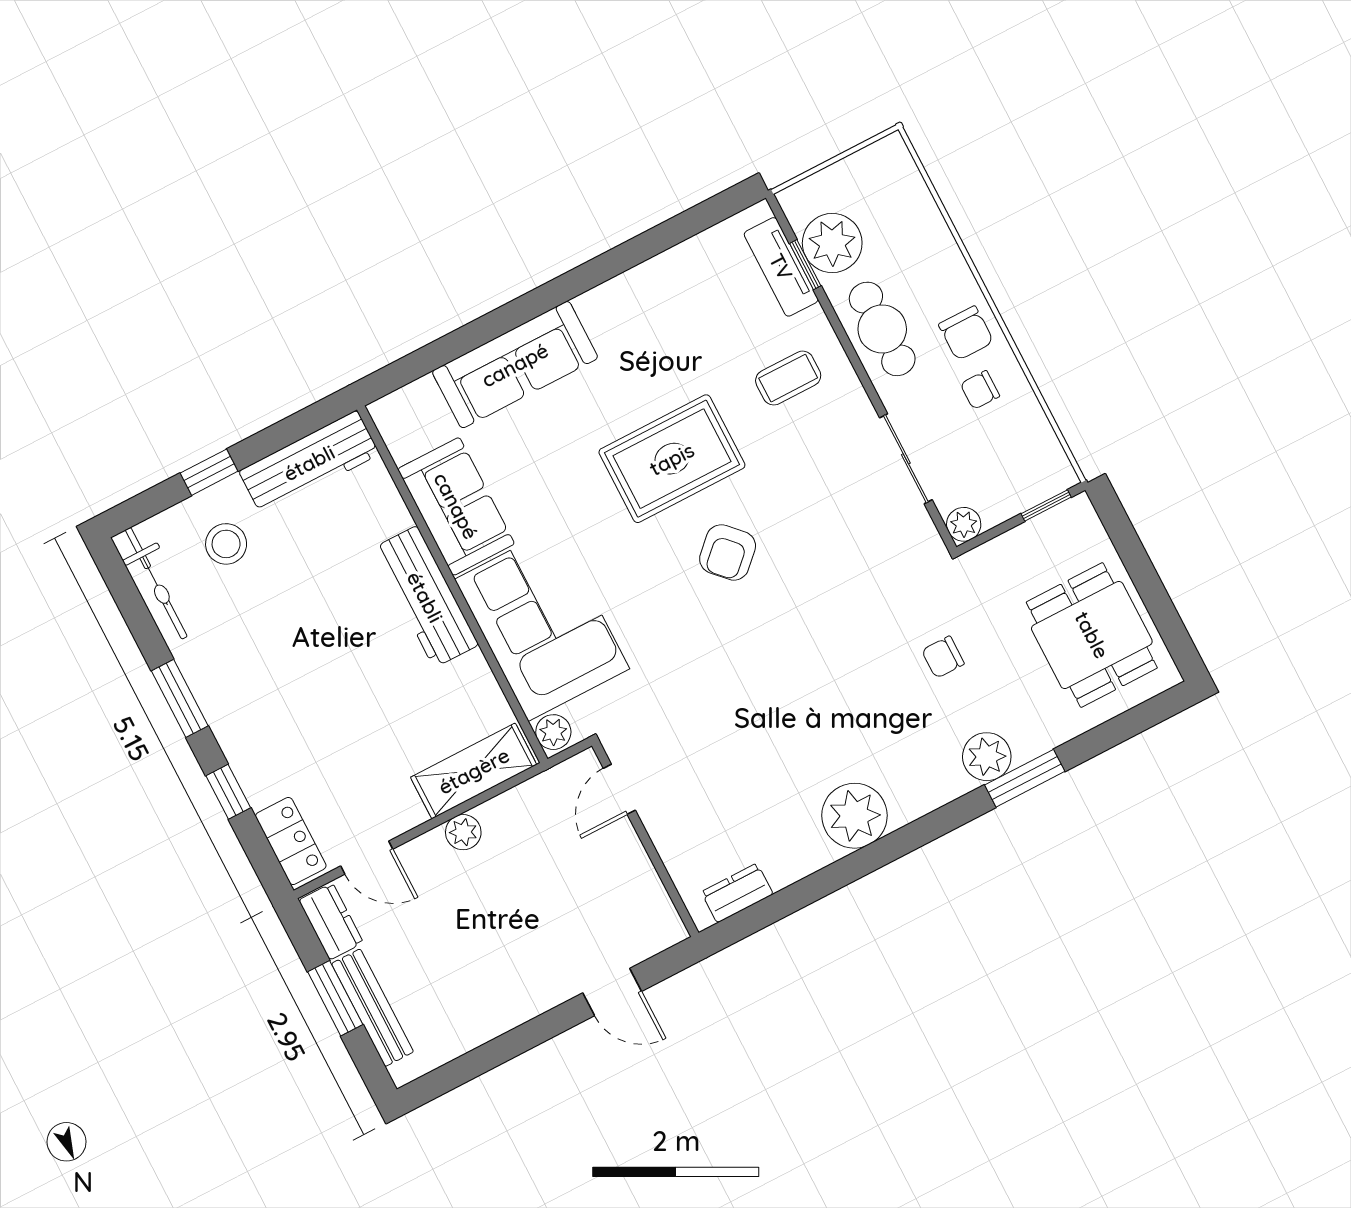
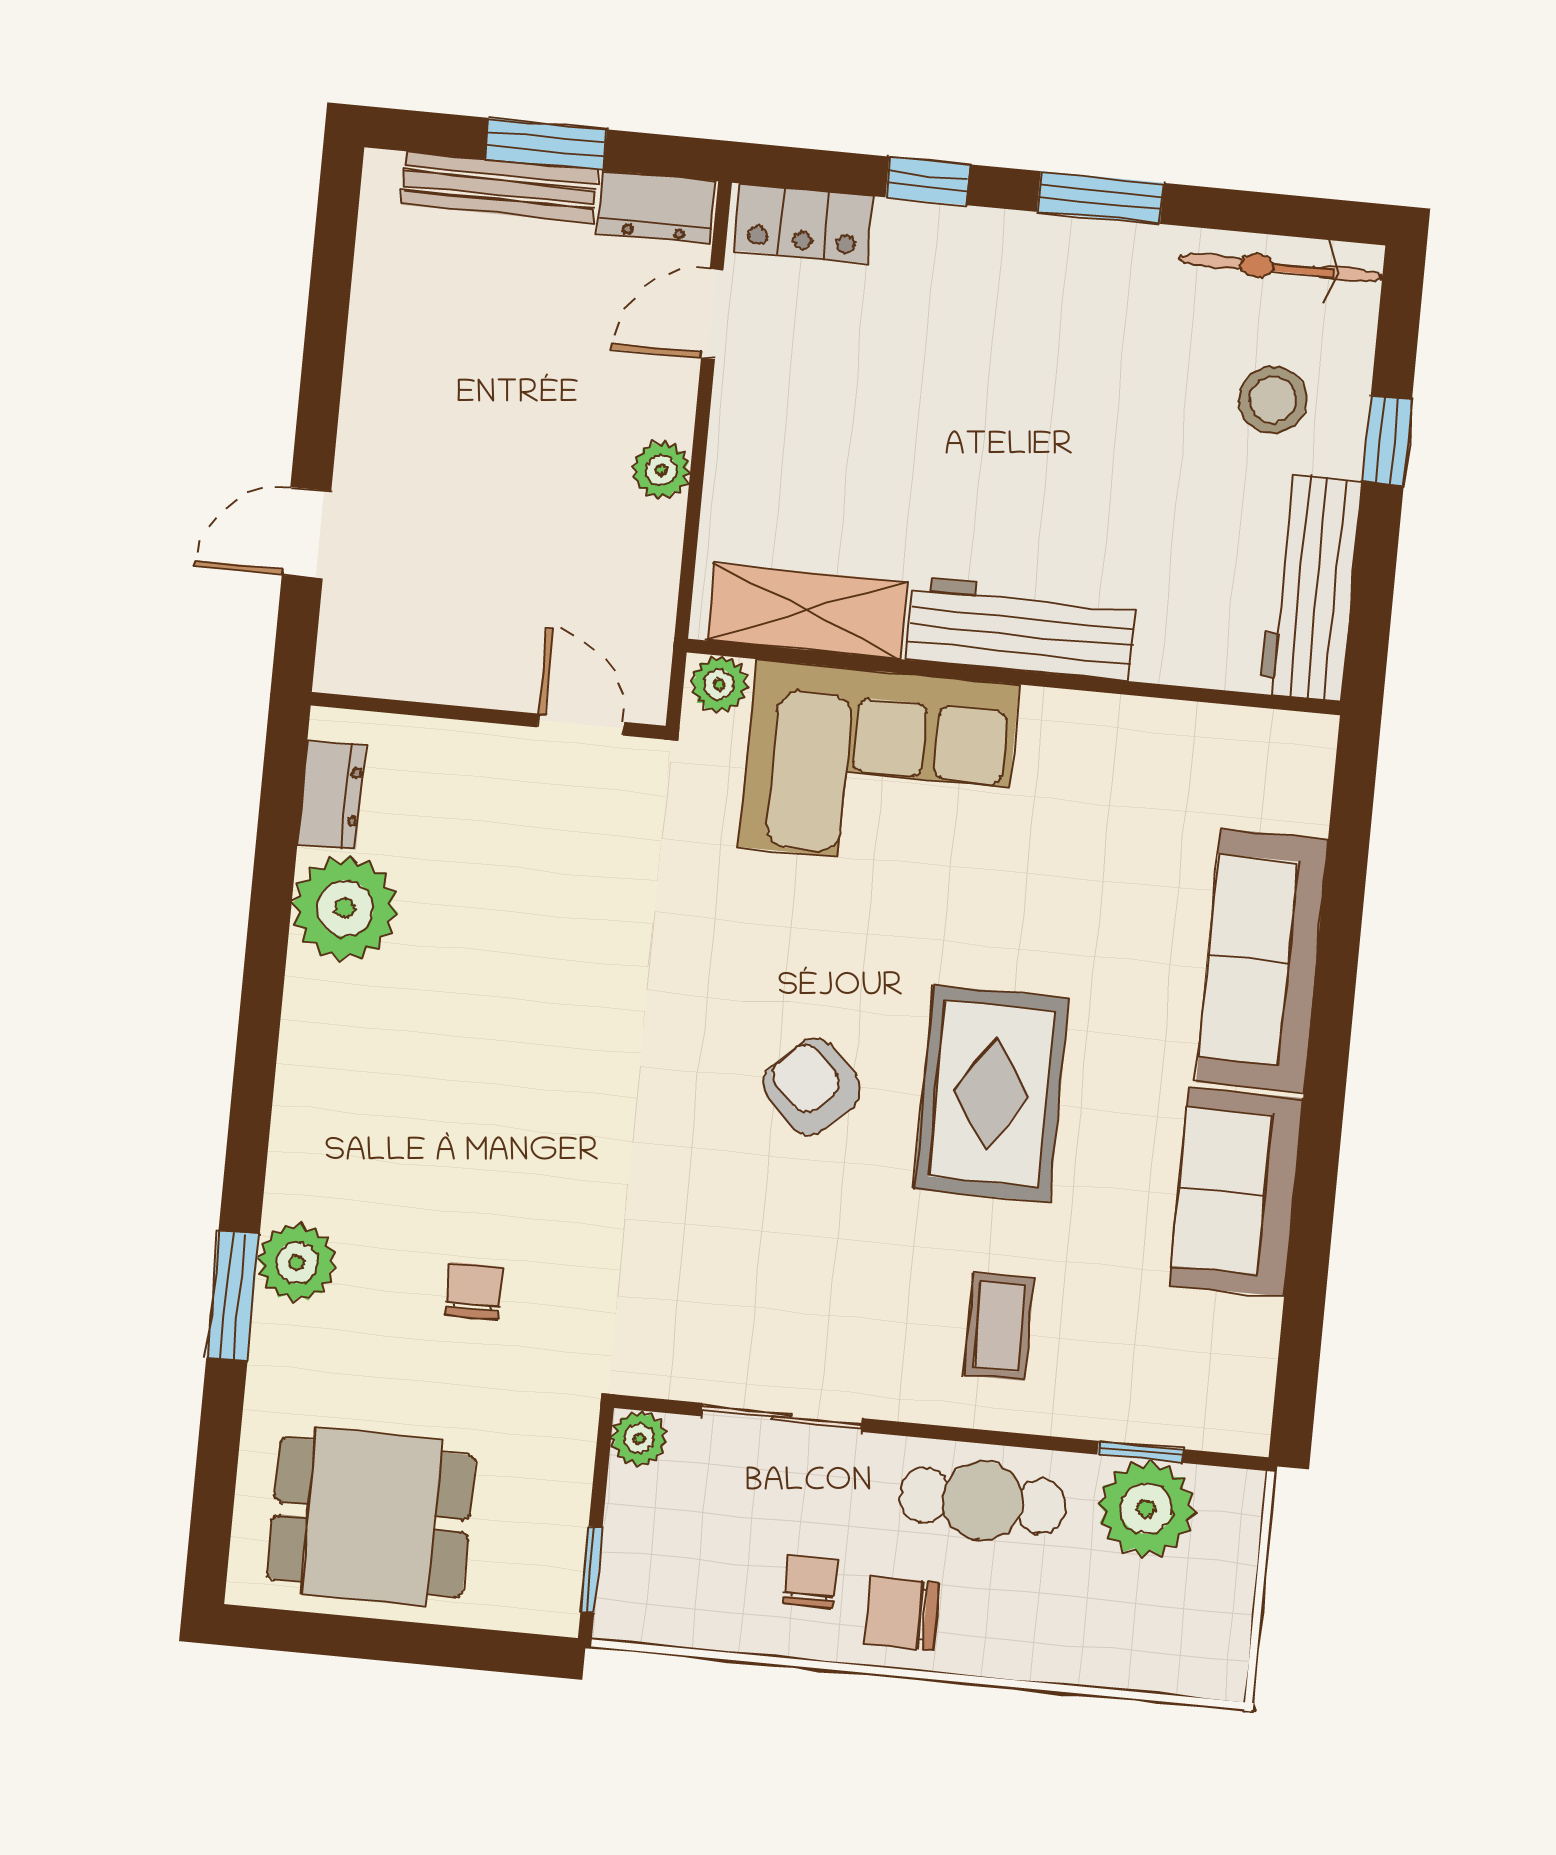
tv unit: (781, 267) -> (1159, 1417), removed
sofa: (456, 506) -> (1236, 1192), moved, turned 90
shelving: (474, 771) -> (808, 611), moved, turned 90
plant: (854, 816) -> (345, 908), moved

